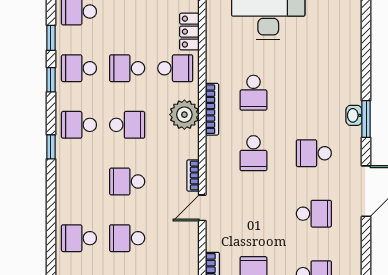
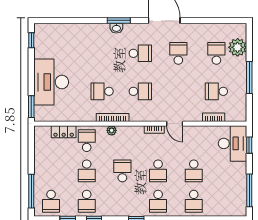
school desk: (253, 93) -> (102, 91), turned 180
plant: (184, 115) -> (112, 130), width x0.53, depth x0.53
school desk: (79, 125) -> (158, 201), moved
school desk: (314, 153) -> (140, 53), turned -90

